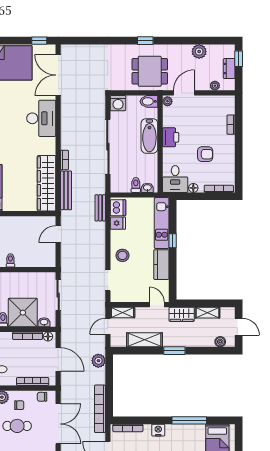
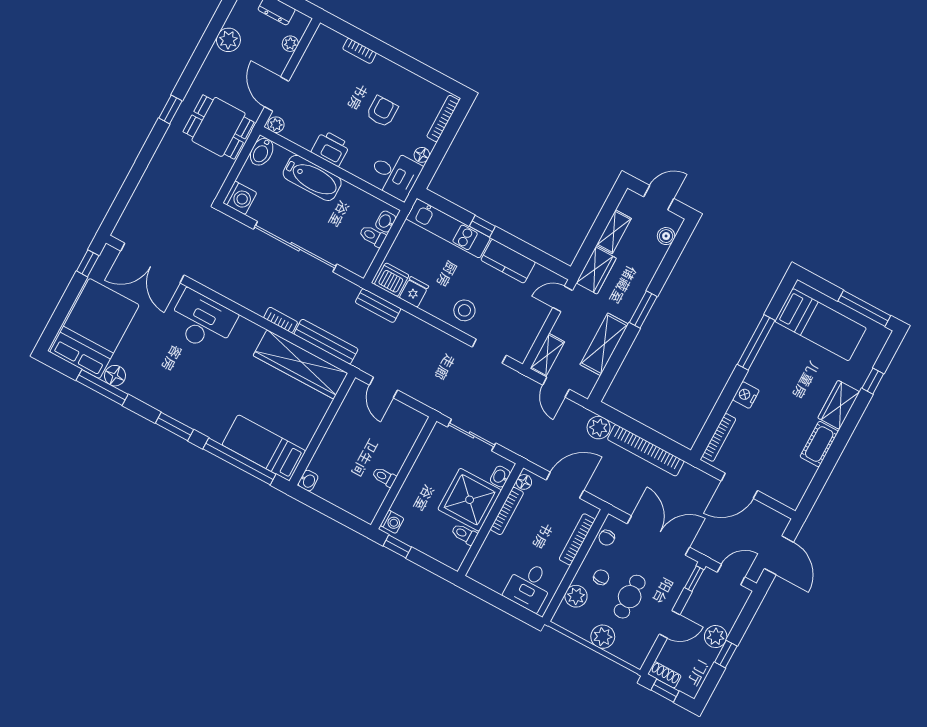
dining table: (150, 71) -> (219, 127), turned 90
bookcase: (100, 409) -> (646, 450), moved

